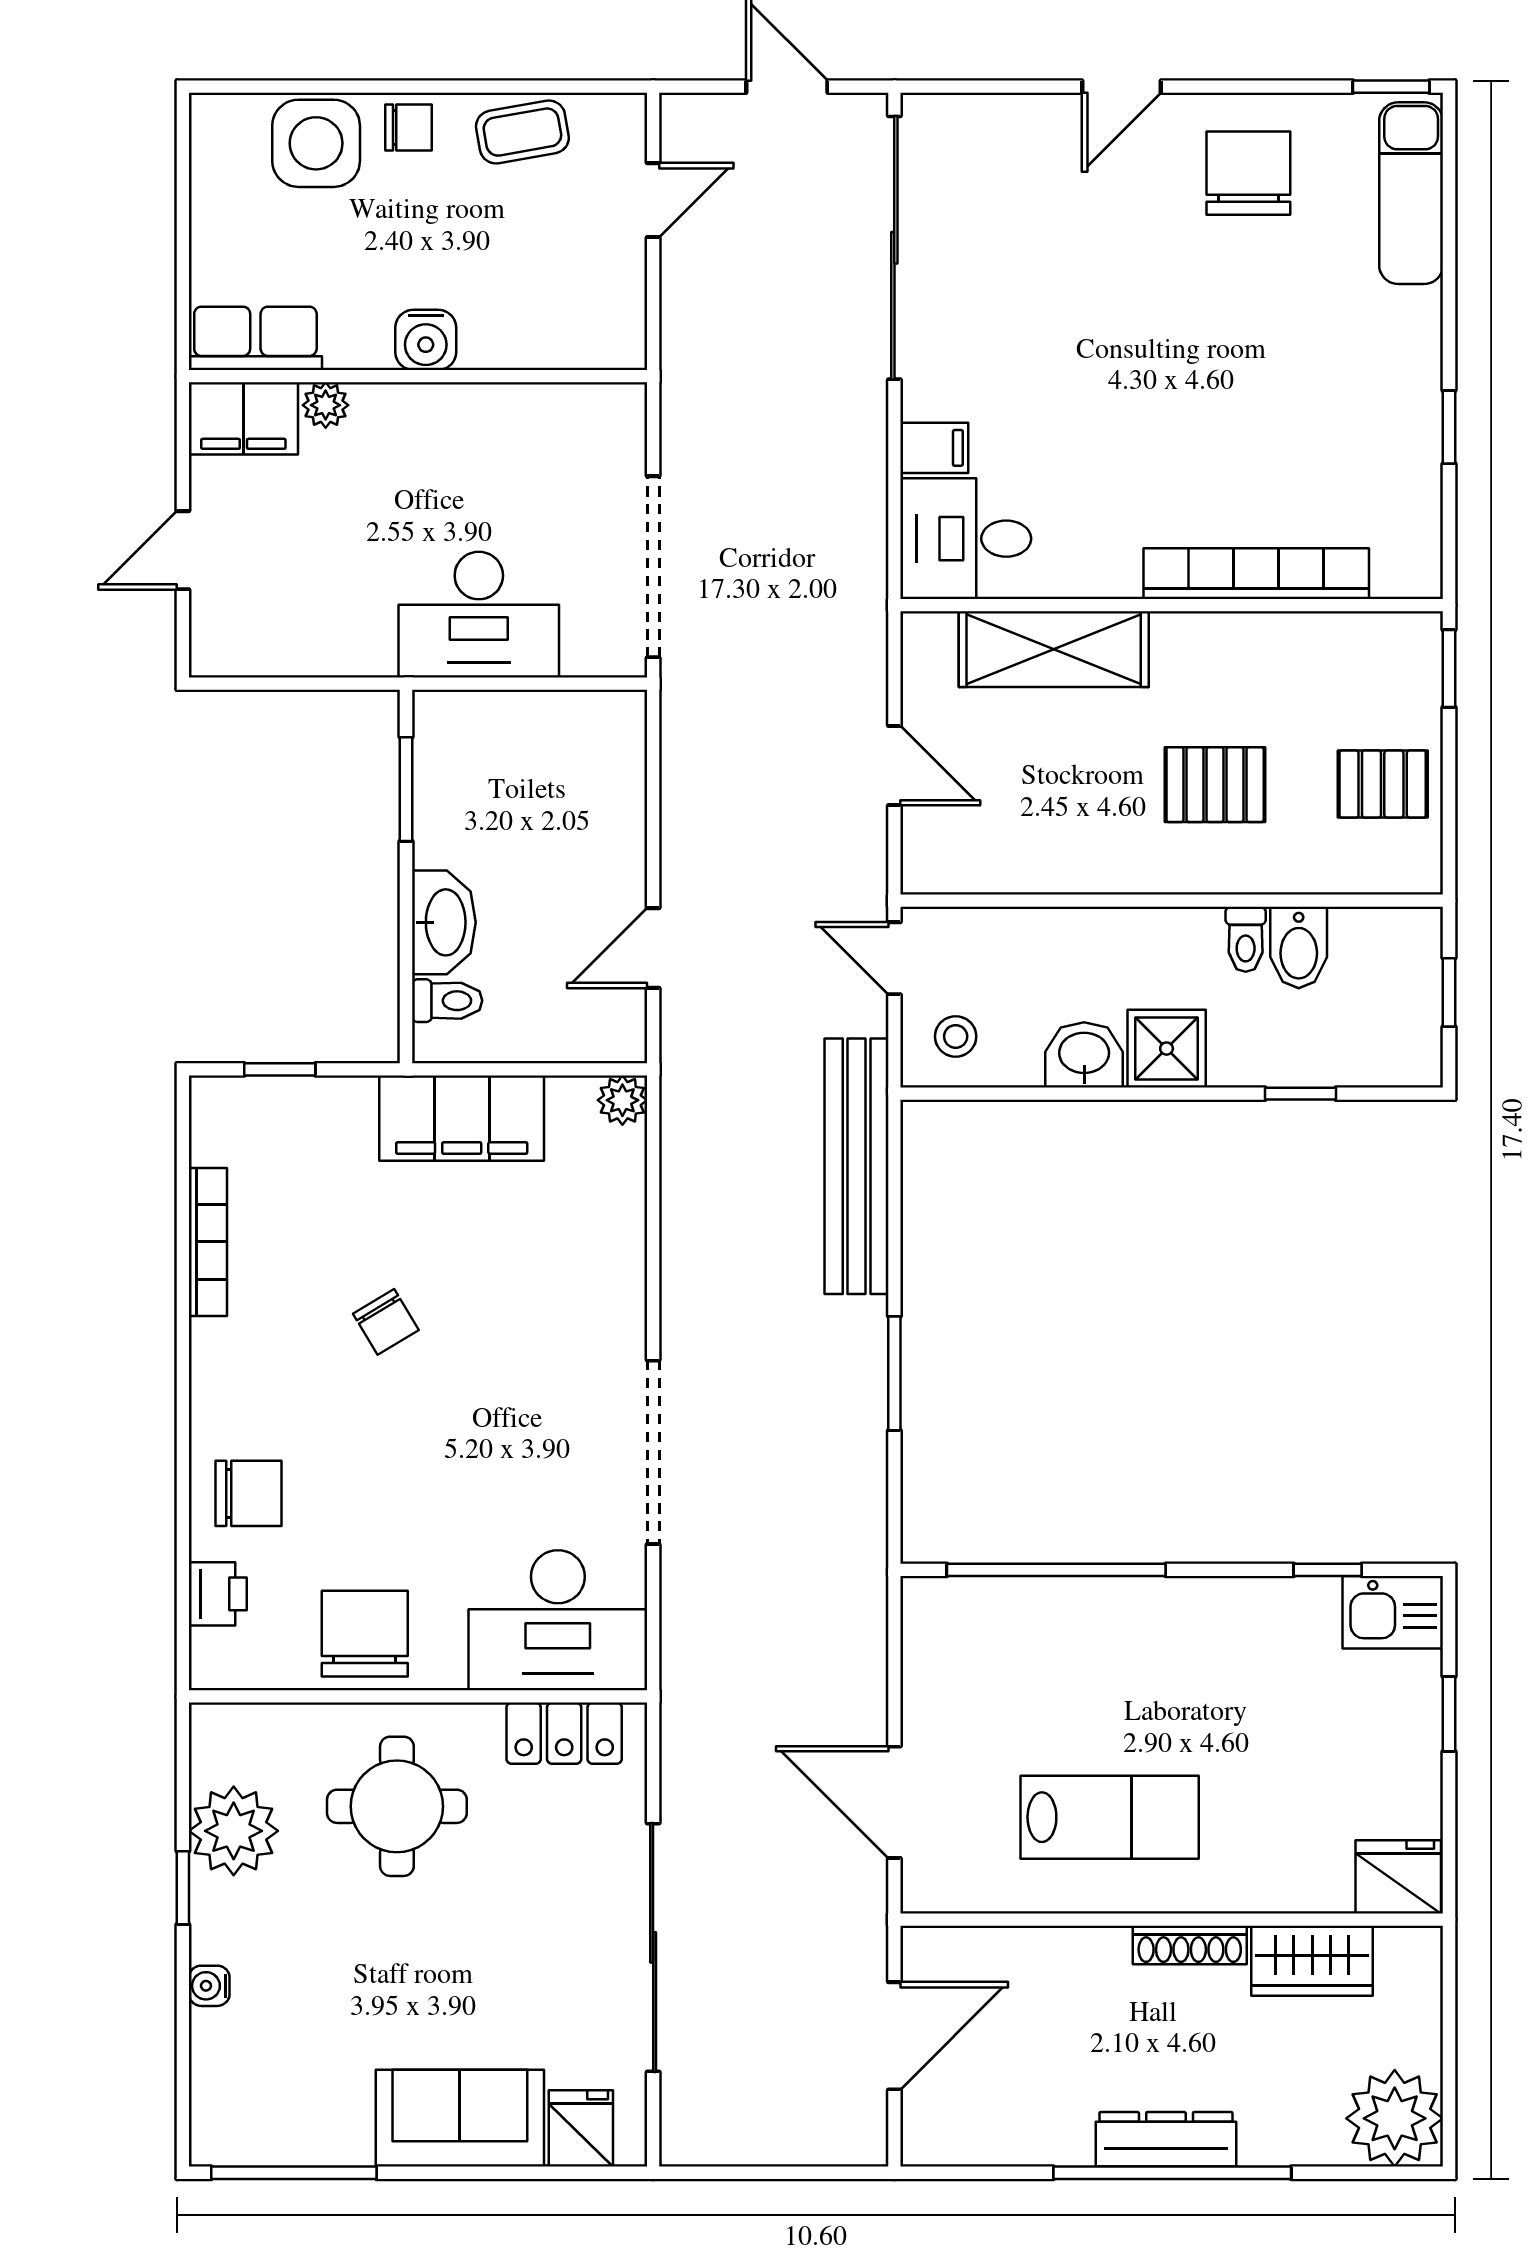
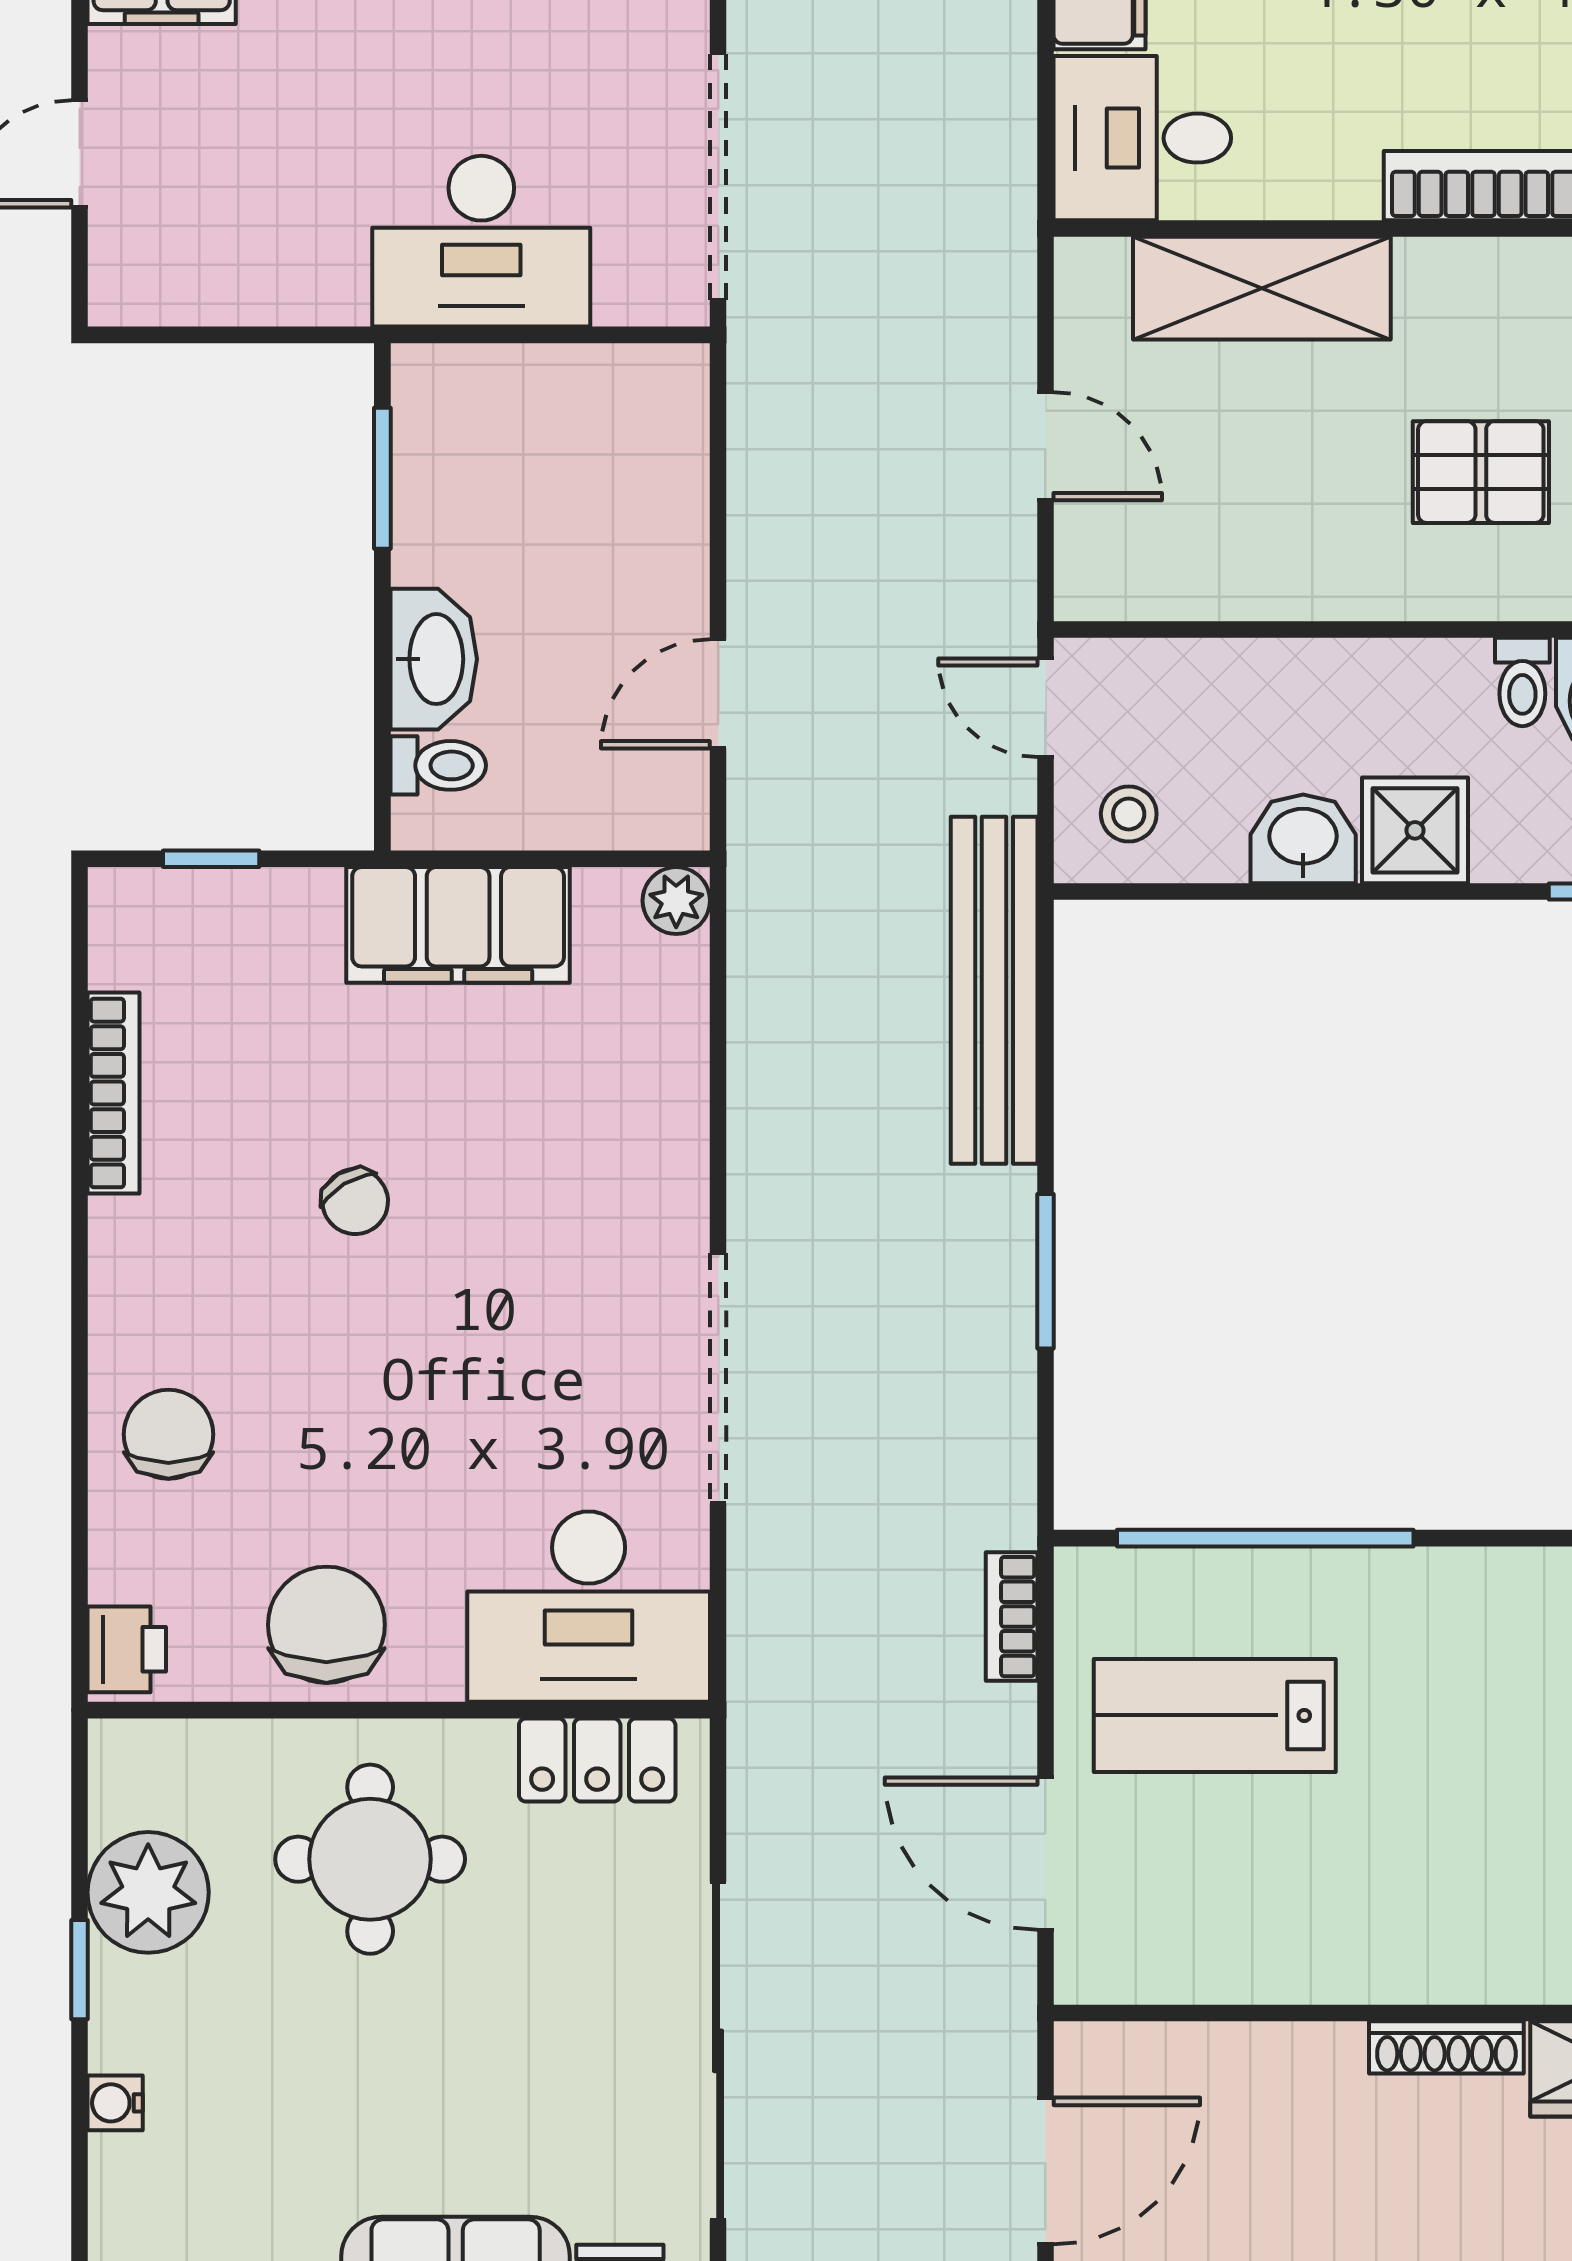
chair: (248, 1493) -> (168, 1434), turned -90
printer: (218, 1594) -> (127, 1649), moved
bookcase: (869, 1628) -> (1012, 1617), added
lab bench: (1110, 1817) -> (1215, 1715), moved, turned 180

